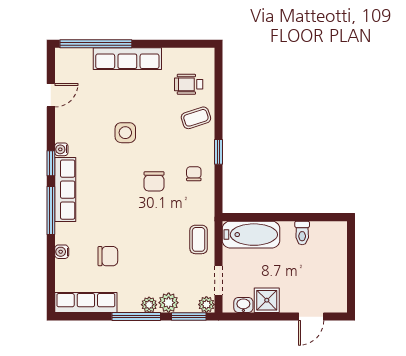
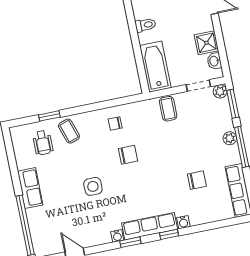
row of seats: (127, 59) -> (30, 188), width x0.68
window: (218, 152) -> (49, 116), moved
window: (51, 210) -> (169, 234), width x0.46
coffee table: (199, 239) -> (168, 109), turned 90
water cooler: (62, 252) -> (183, 222), moved
chair: (108, 256) -> (197, 180), turned 90
plant: (169, 303) -> (225, 123), removed

